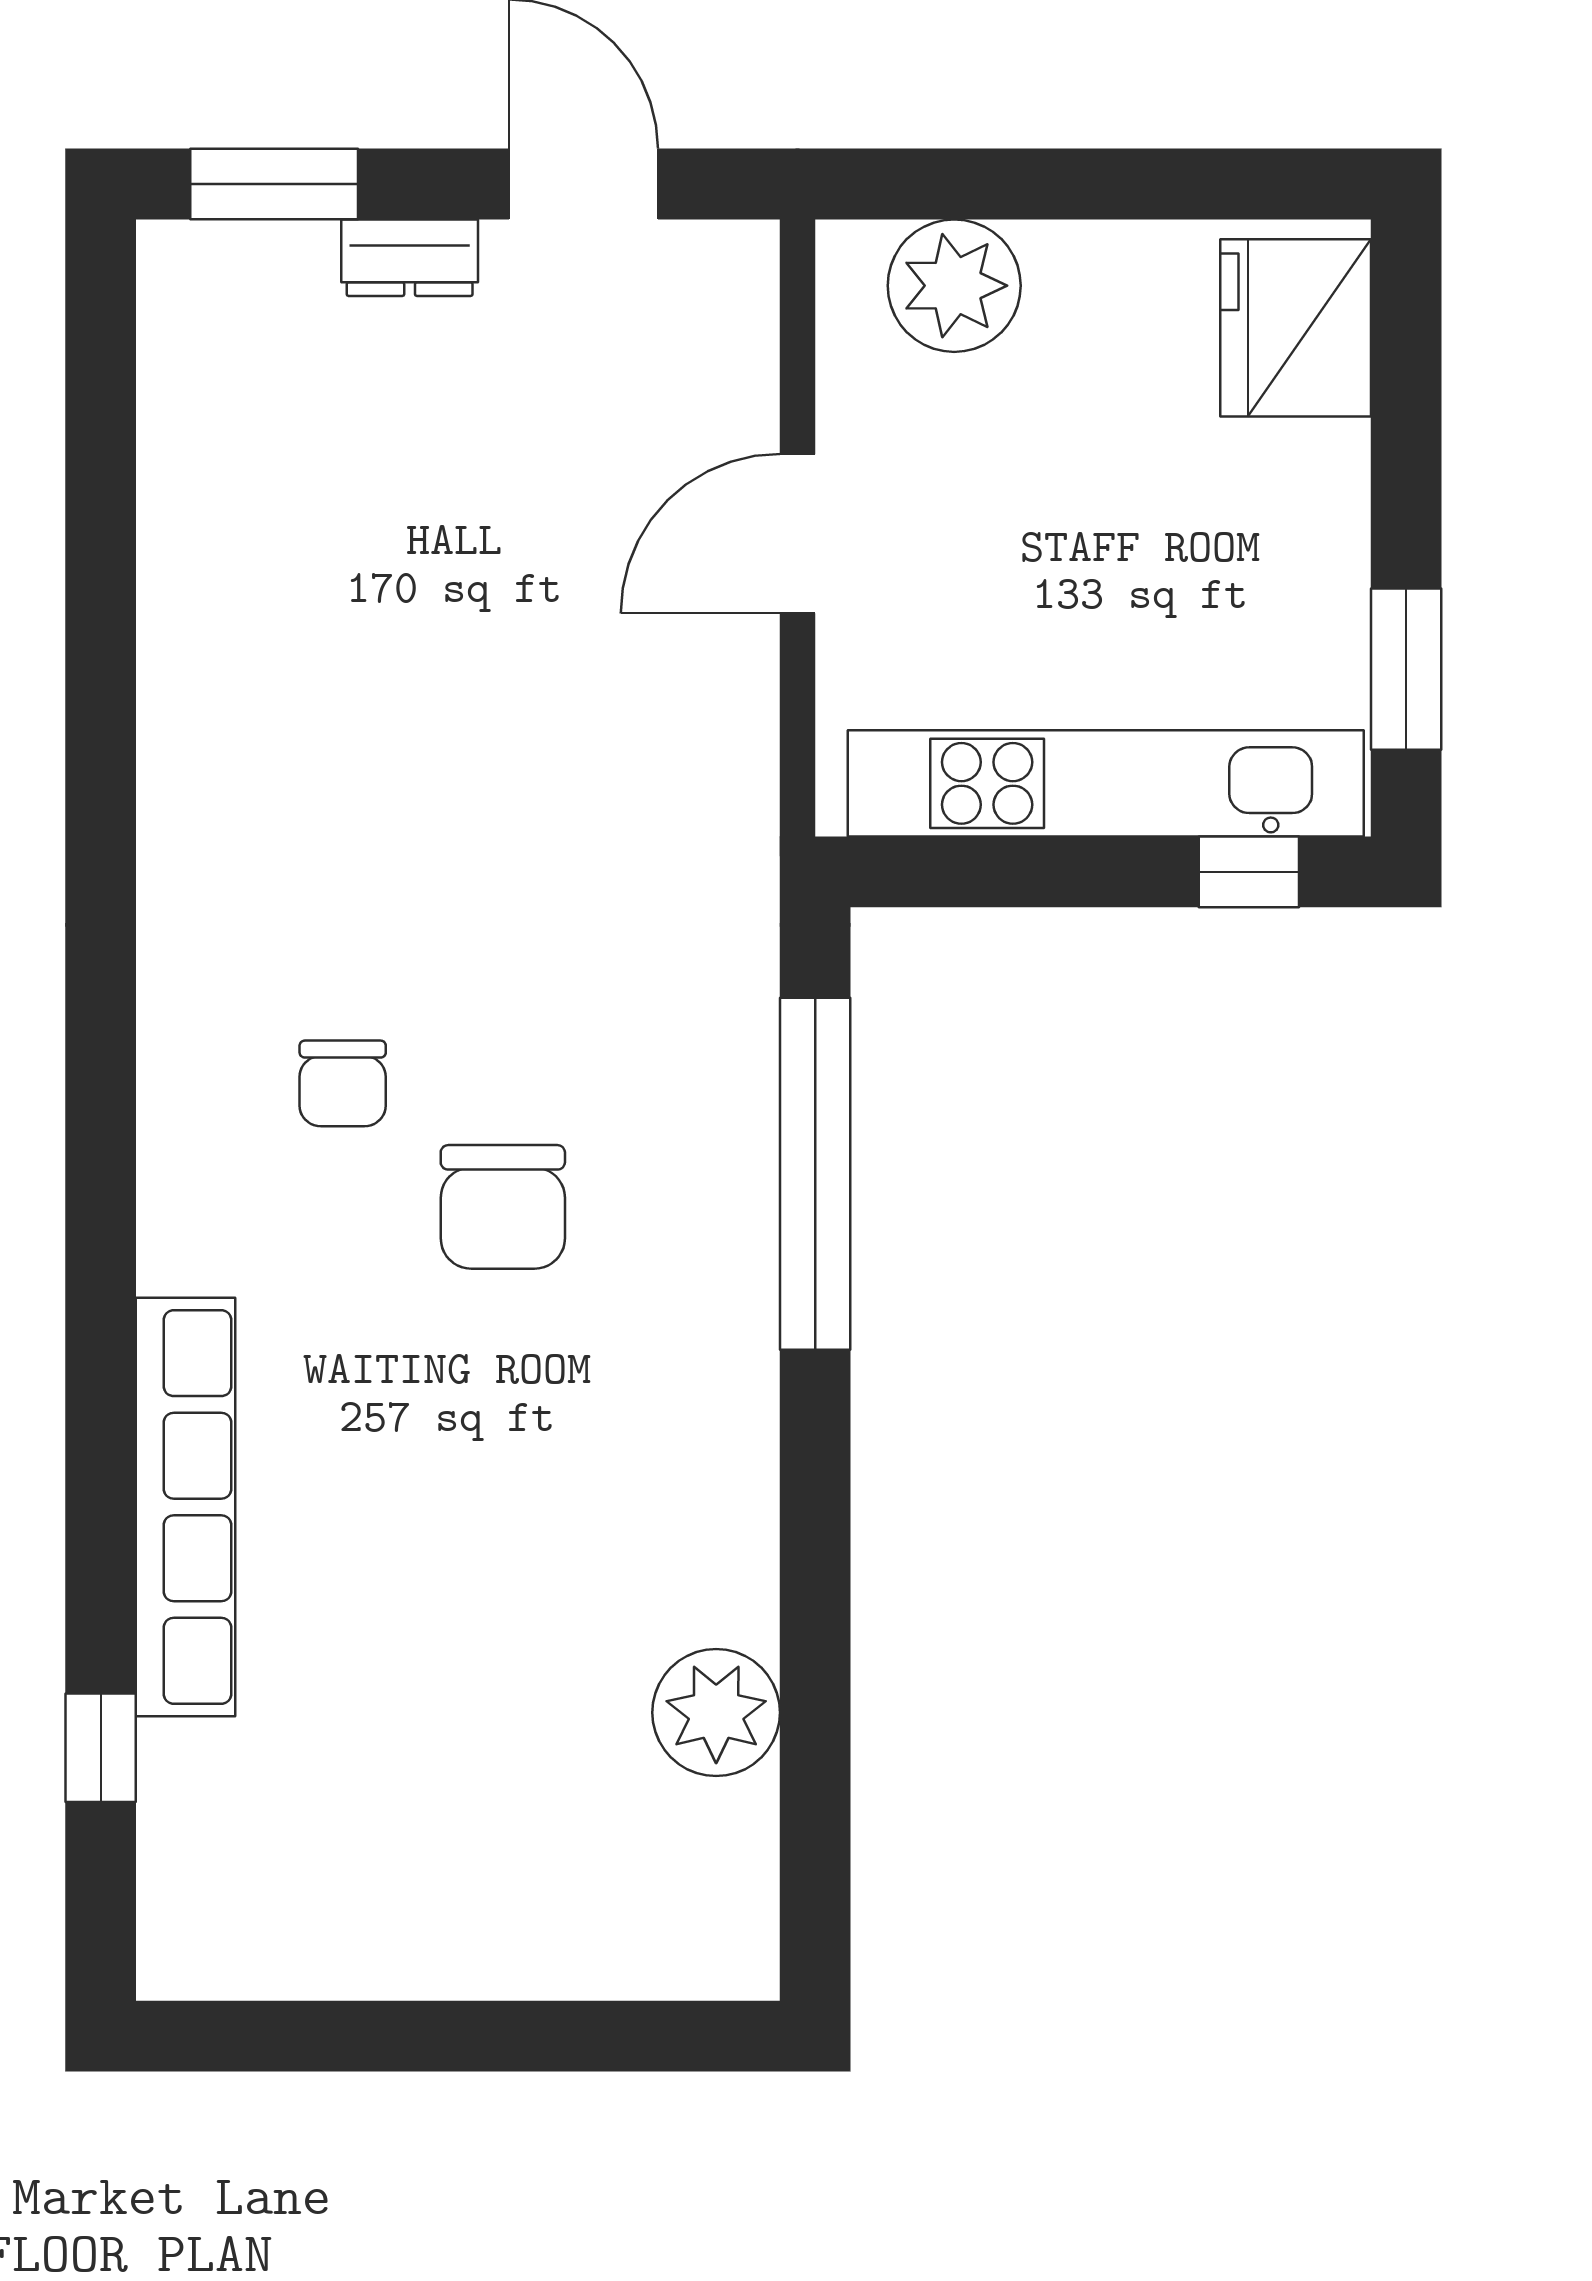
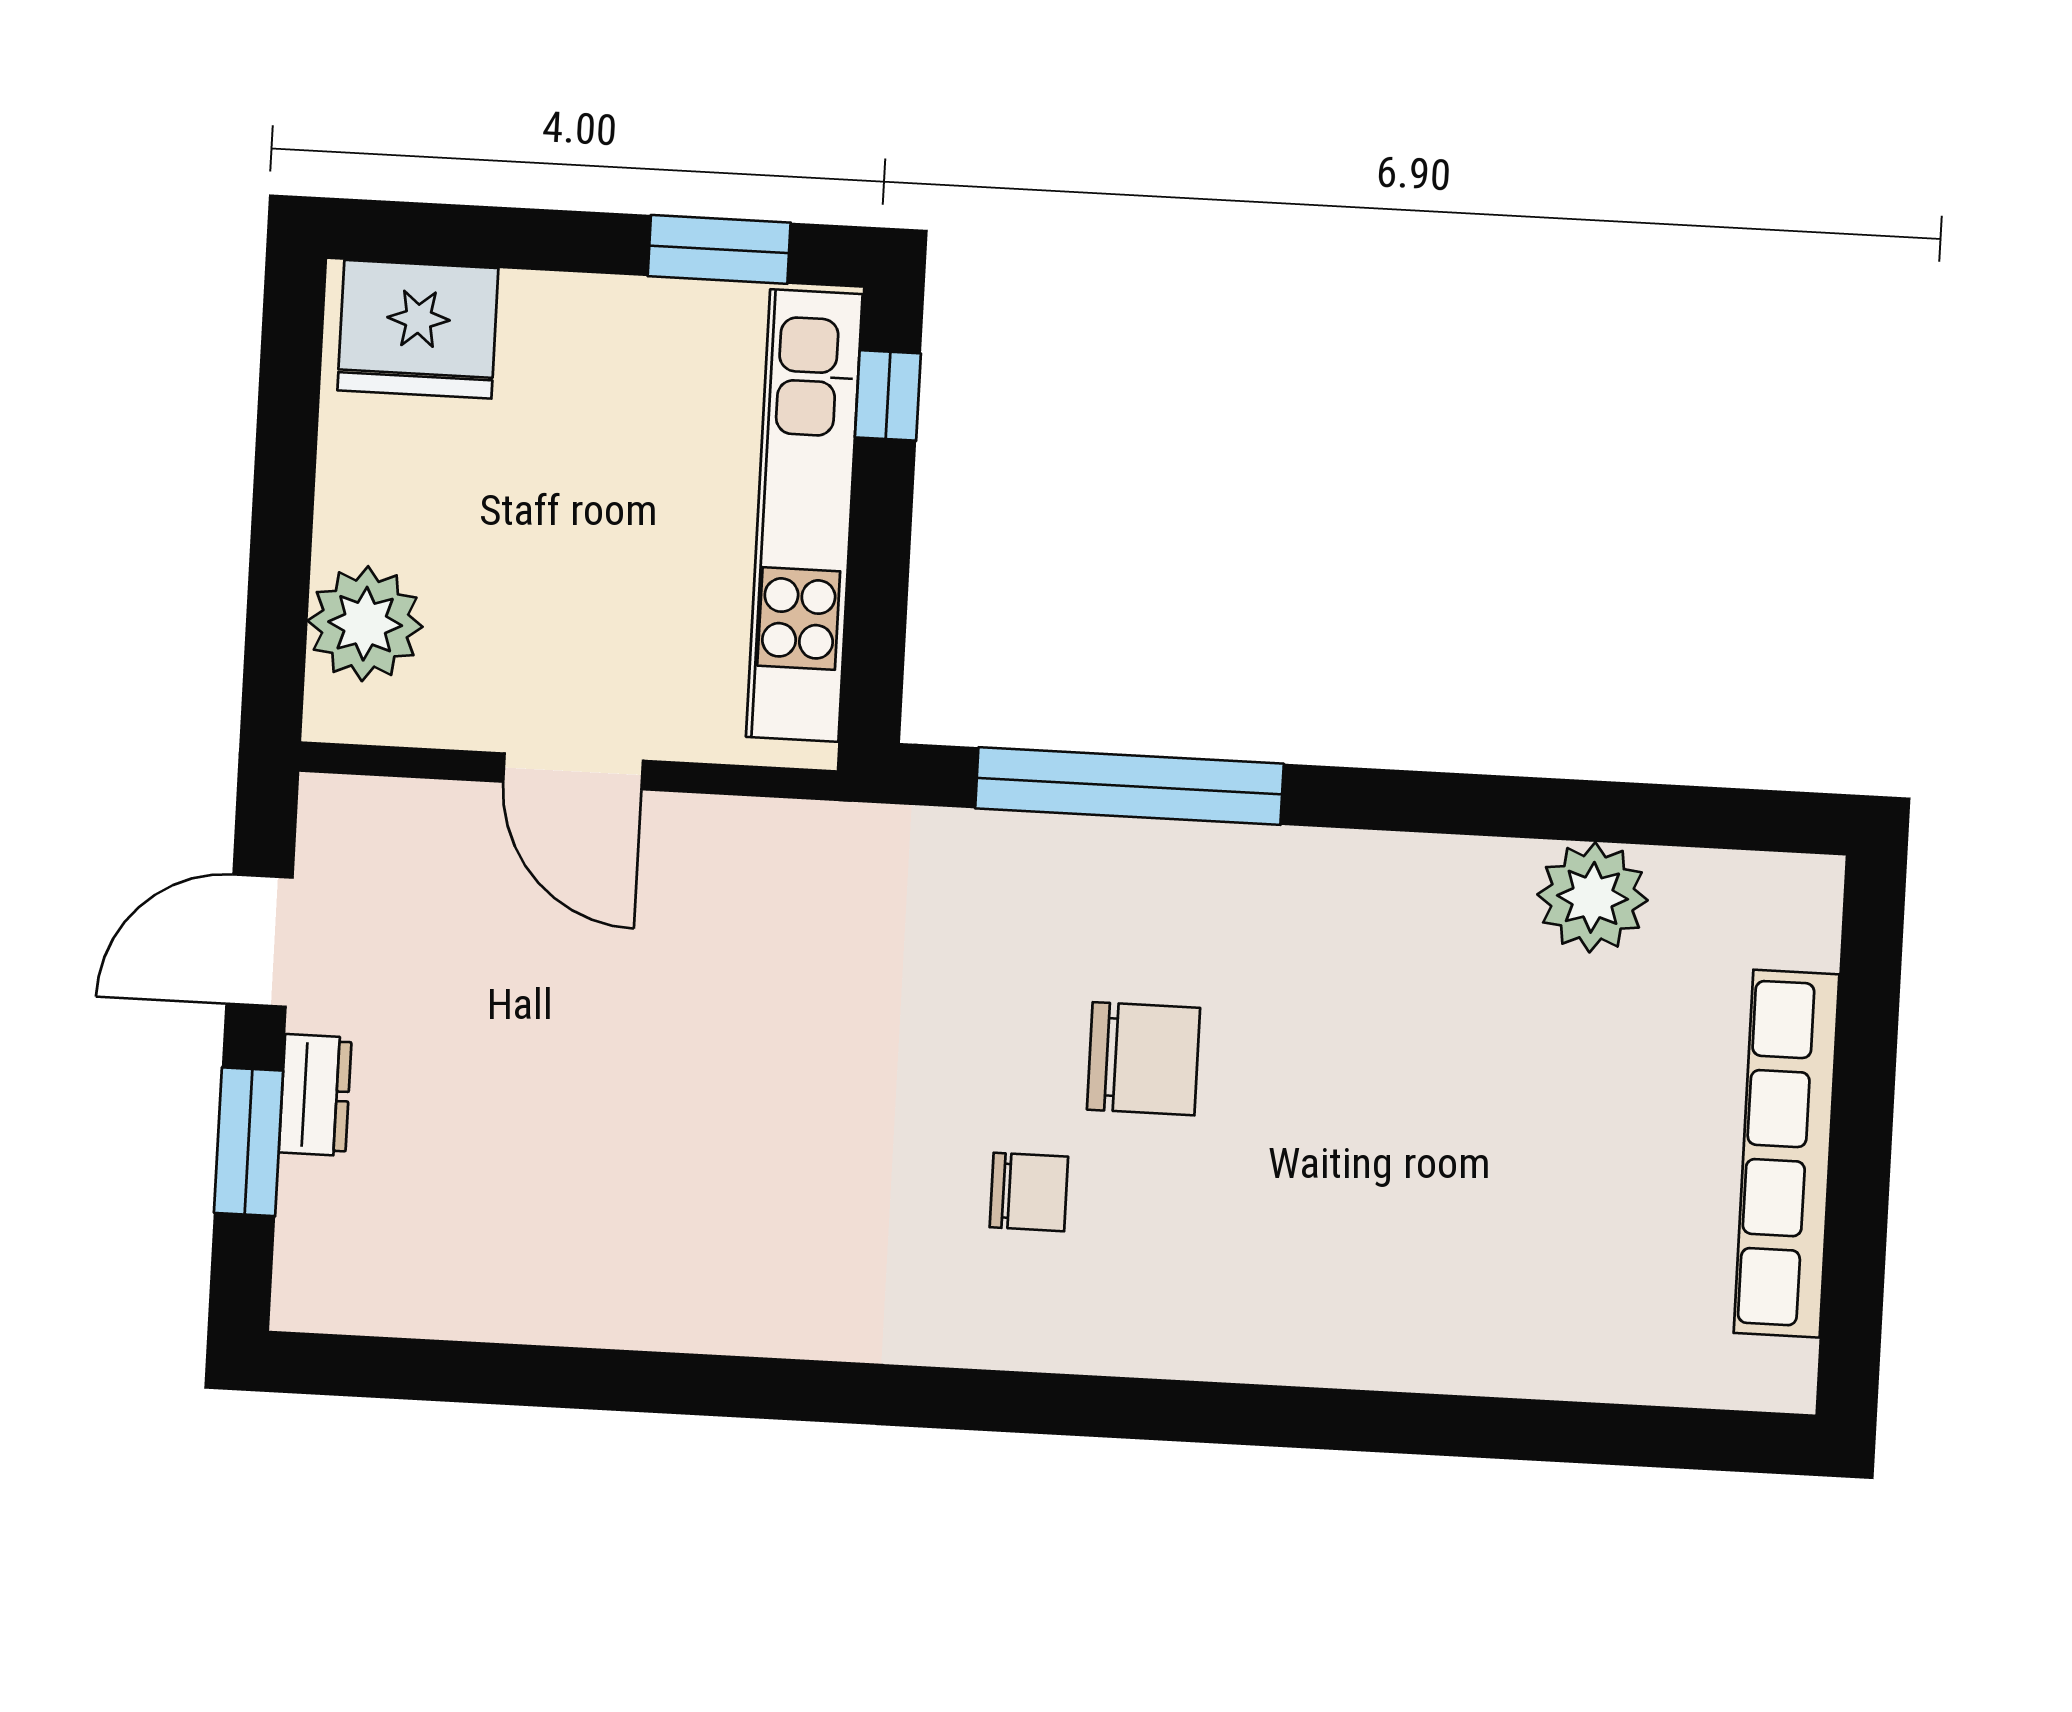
window: (274, 184) -> (249, 1142), moved
row of seats: (186, 1507) -> (1786, 1154), moved, turned -90
window: (101, 1748) -> (1594, 1433), removed

